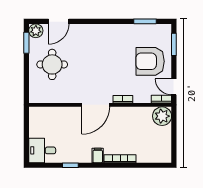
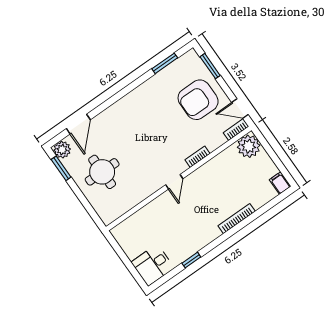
door: (96, 105) -> (174, 182), width x0.53
filing cabinet: (98, 155) -> (280, 183), moved

